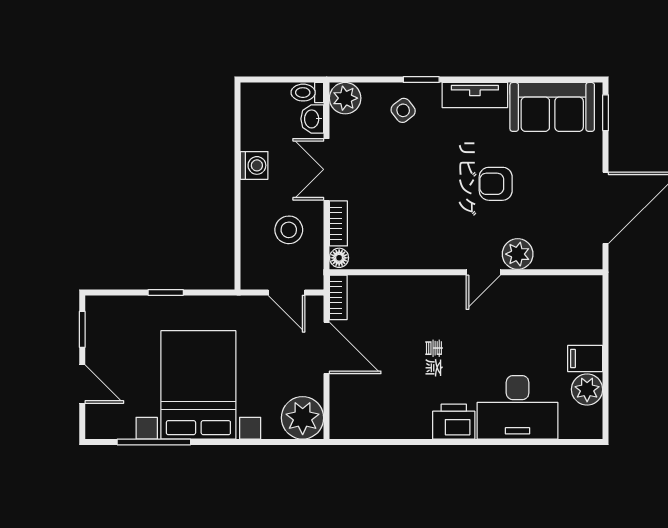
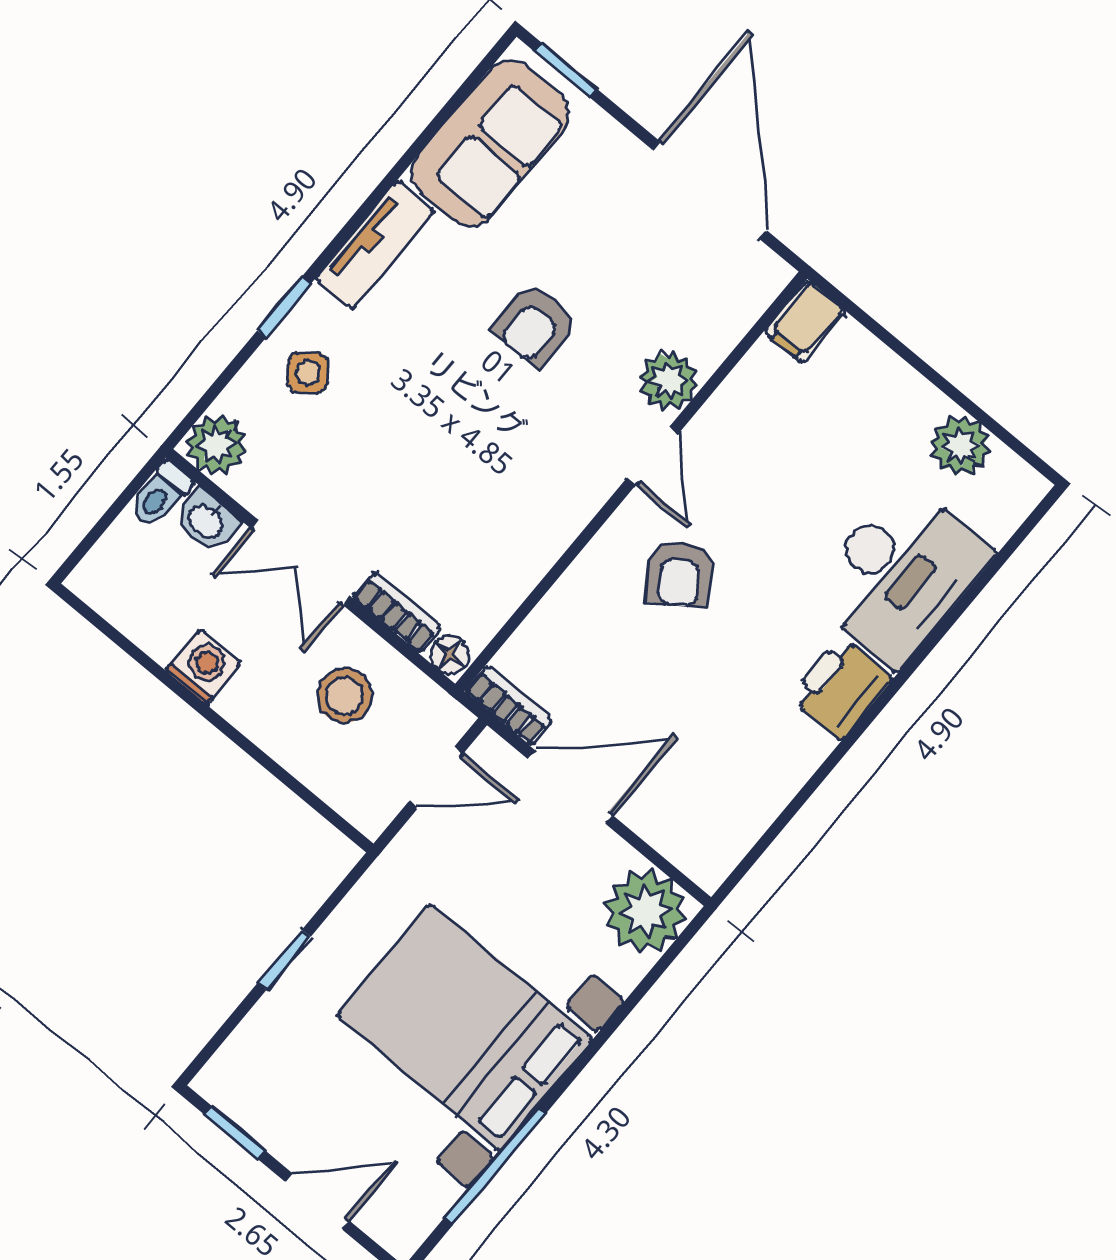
armchair: (446, 321) -> (680, 574), added
filing cabinet: (585, 359) -> (805, 322), moved

